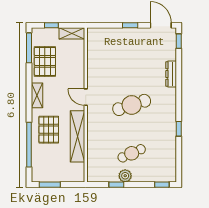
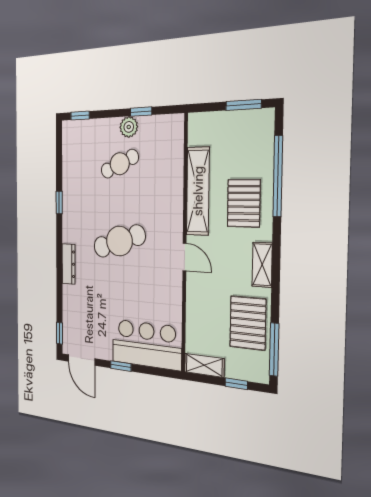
bar counter: (111, 41) -> (146, 345), added
dresser: (171, 74) -> (69, 264), moved

